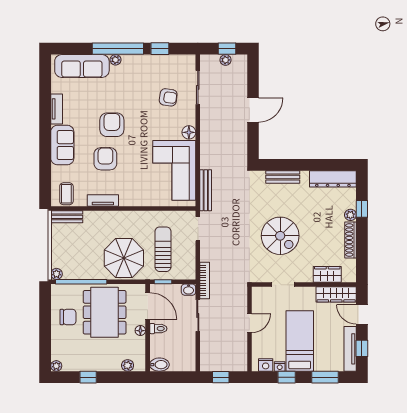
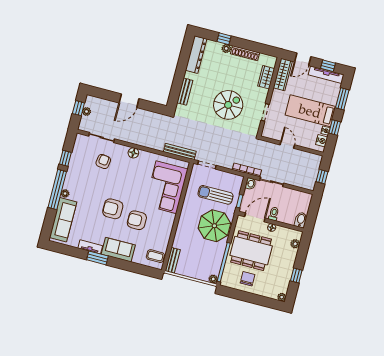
door: (253, 110) -> (129, 101), swing flipped
window: (45, 122) -> (97, 258), added
corner sofa: (174, 170) -> (166, 187), moved, turned 90
tv unit: (103, 201) -> (167, 230), removed

